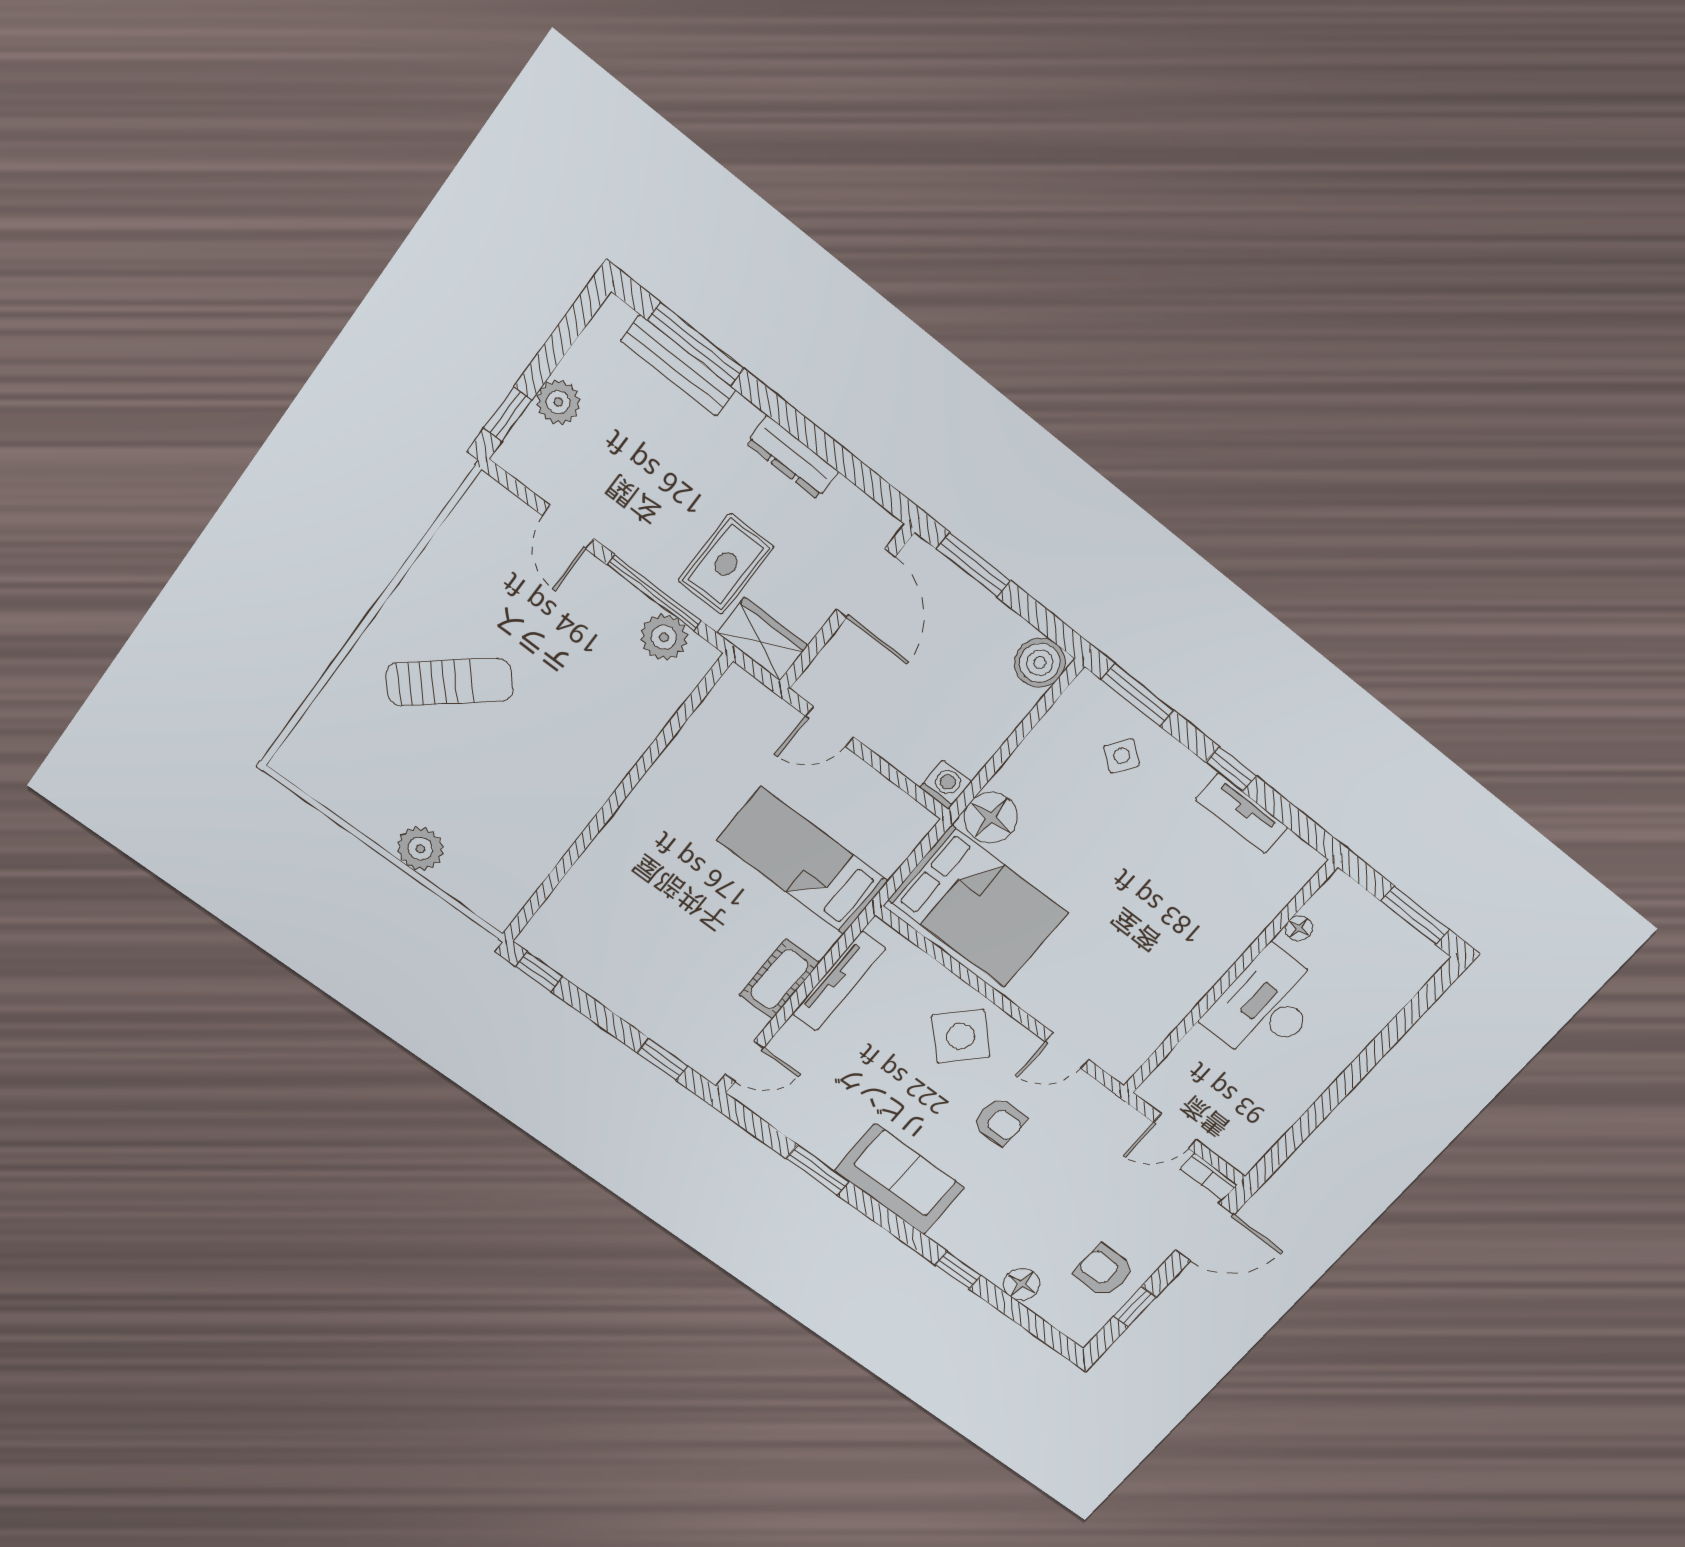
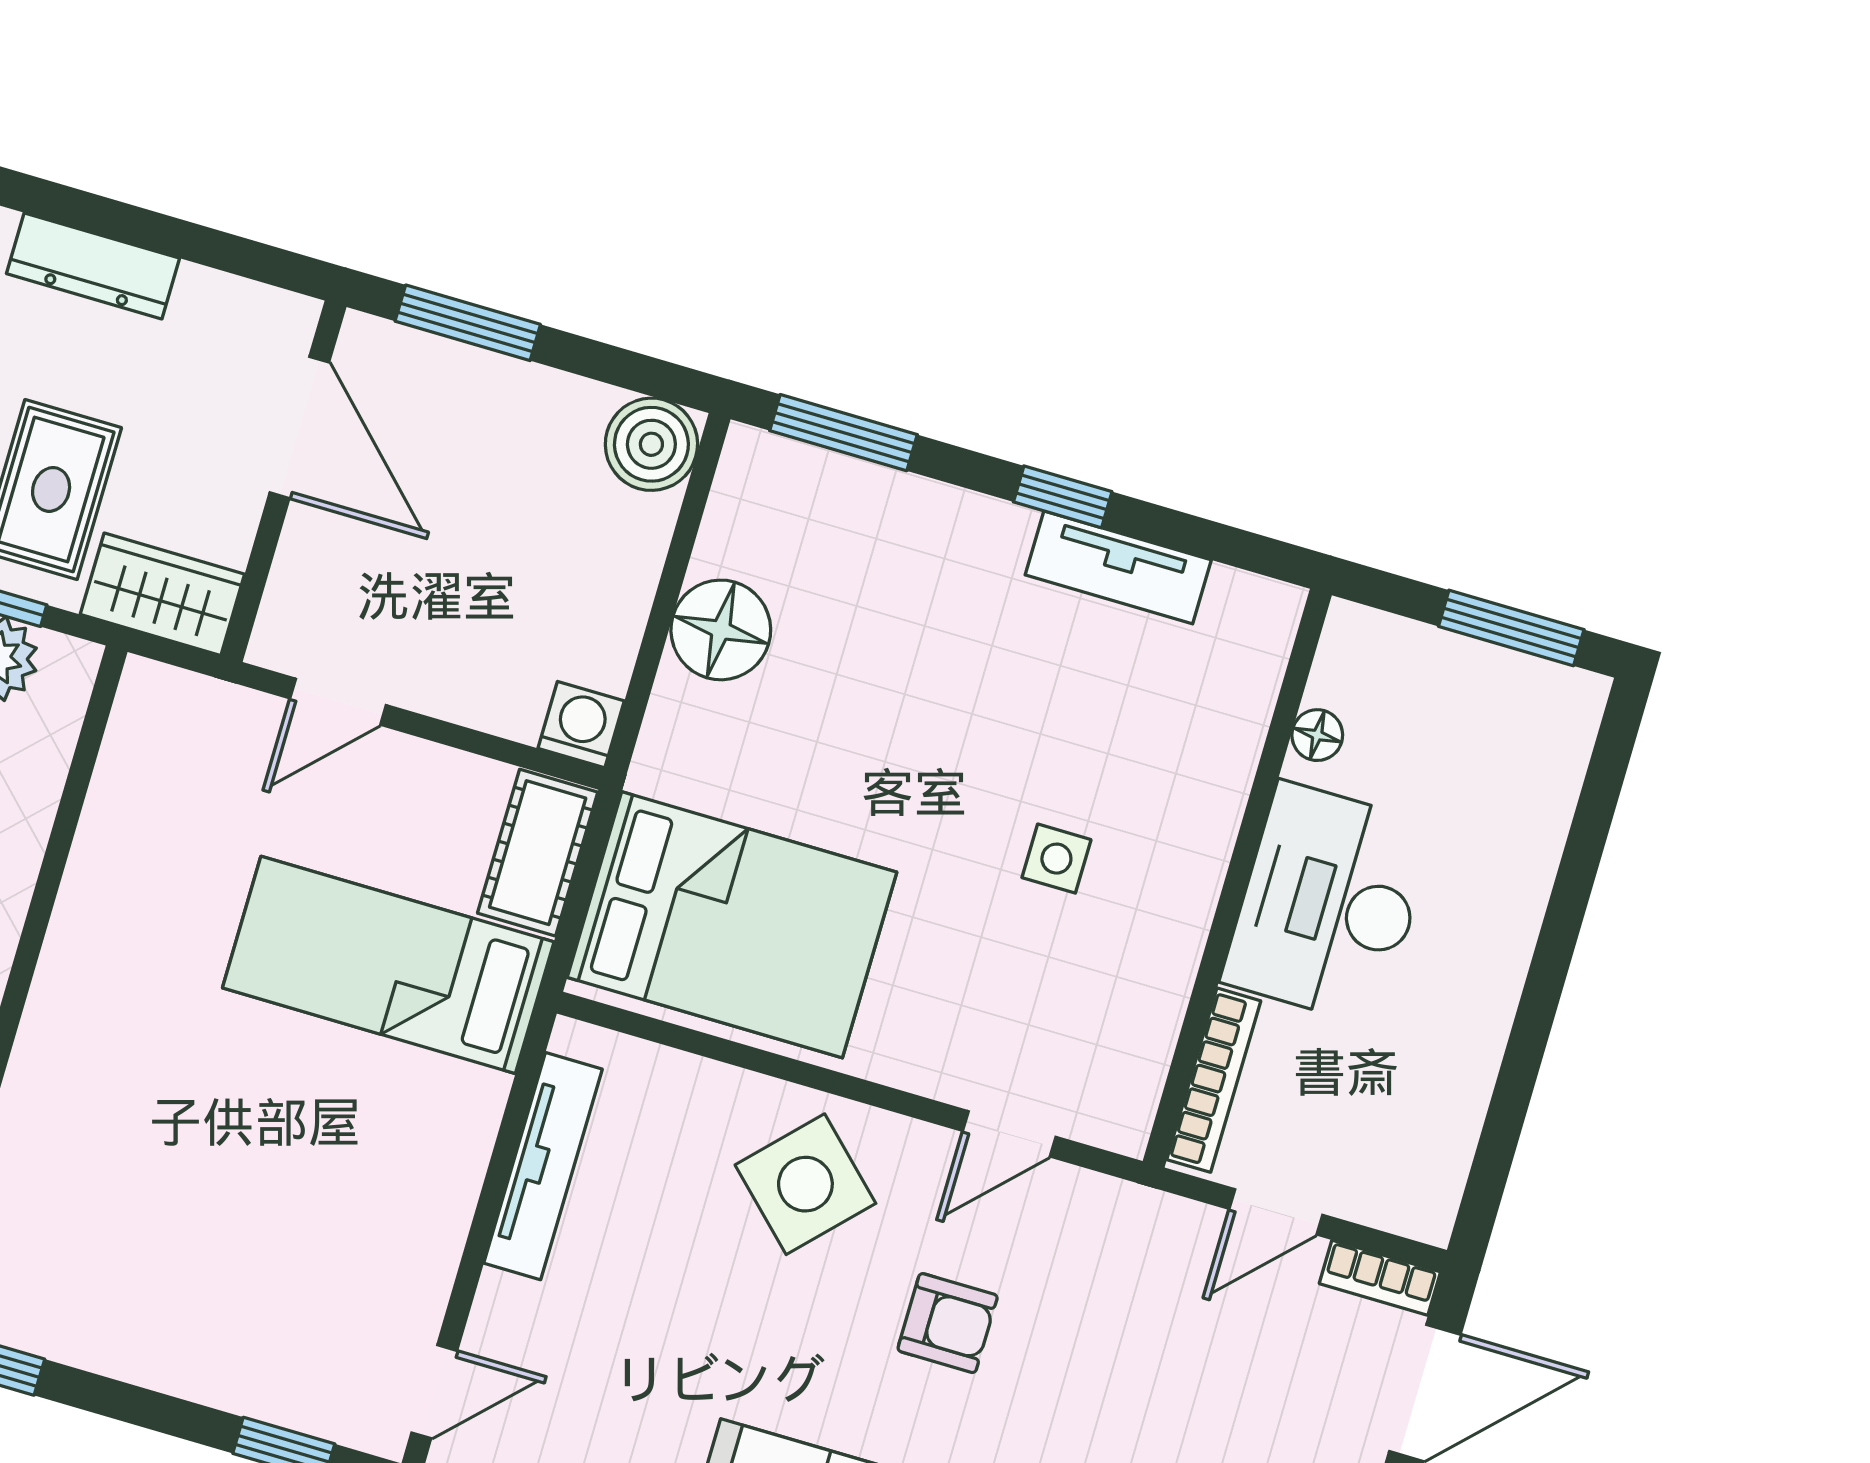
side table: (1122, 756) -> (1056, 859), moved, turned -37
floor lamp: (991, 818) -> (721, 630), moved
cot: (779, 979) -> (538, 853), moved
bookcase: (1174, 1063) -> (1214, 1080), added

